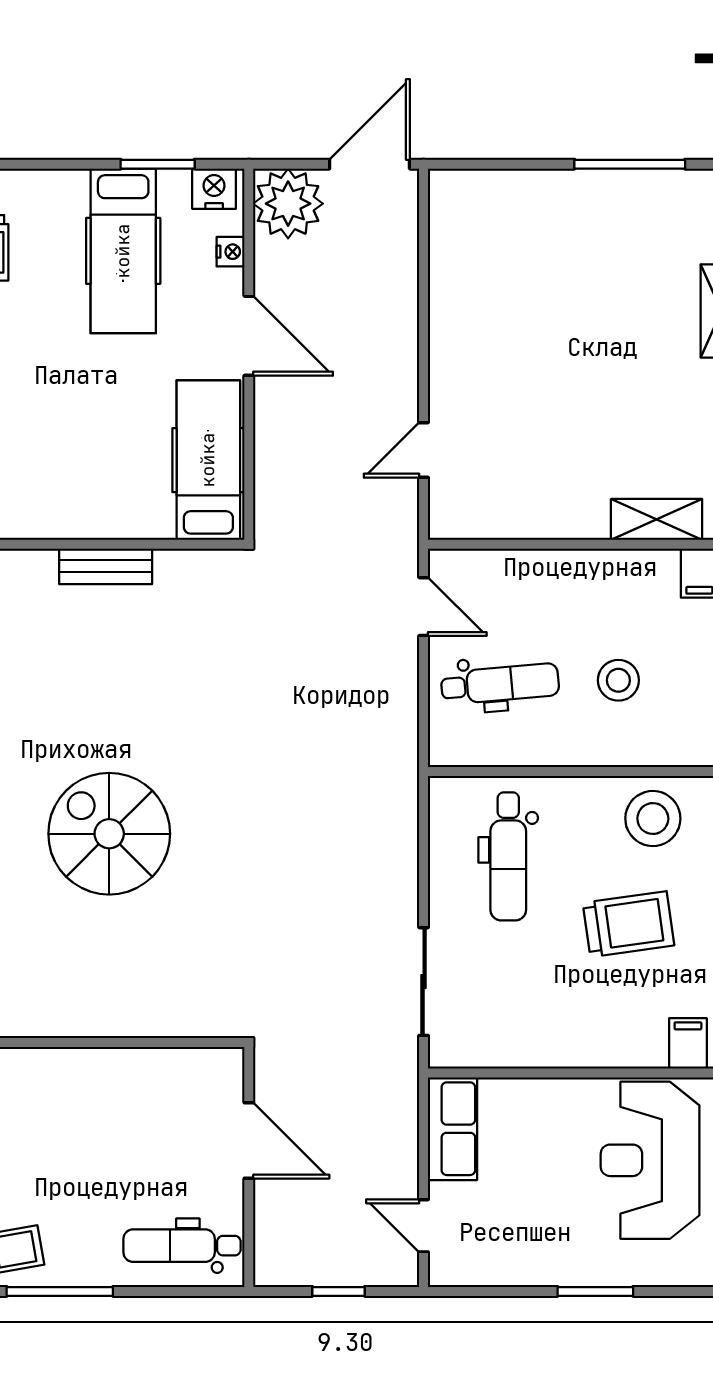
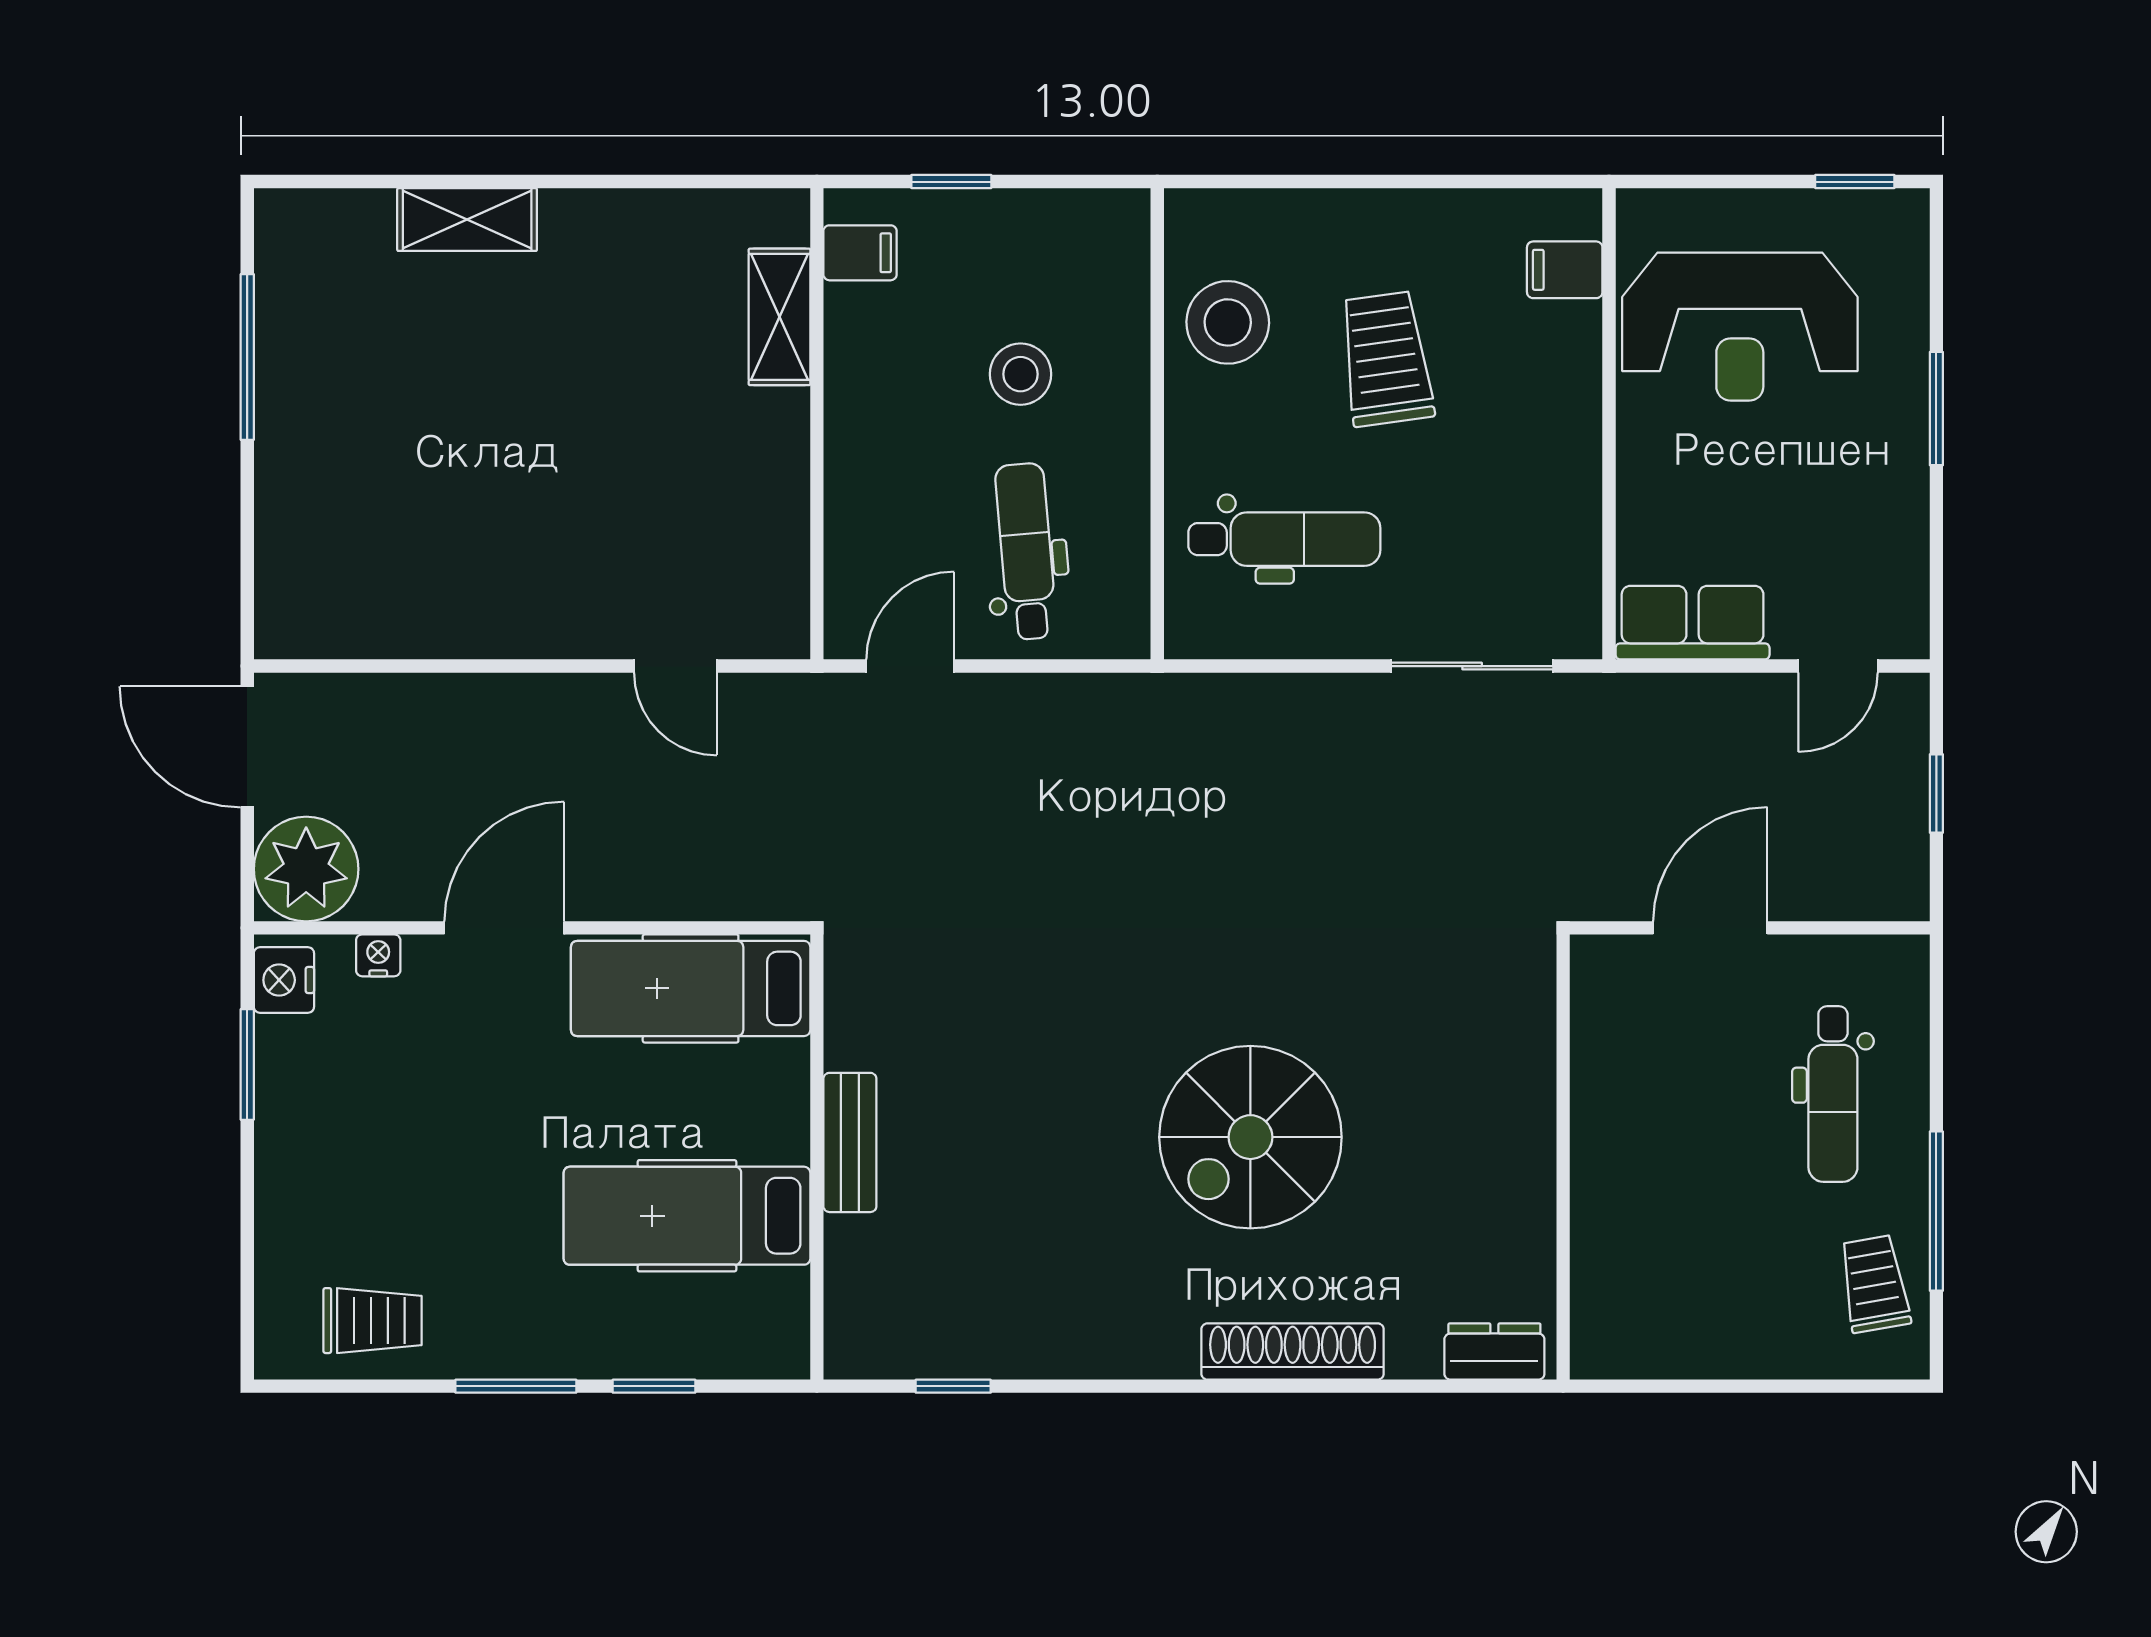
hospital bed: (123, 251) -> (687, 1216), moved, turned 180
dental chair: (182, 1246) -> (1833, 1094), moved

